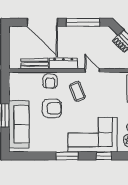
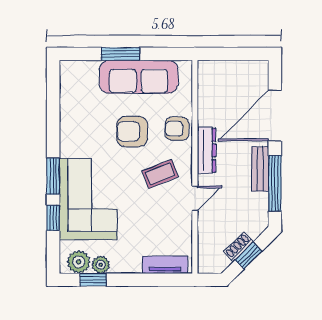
bench: (35, 64) -> (260, 169), moved
armchair: (52, 108) -> (132, 131), turned 90
sofa: (19, 124) -> (139, 77), moved
window: (67, 156) -> (53, 176), moved

